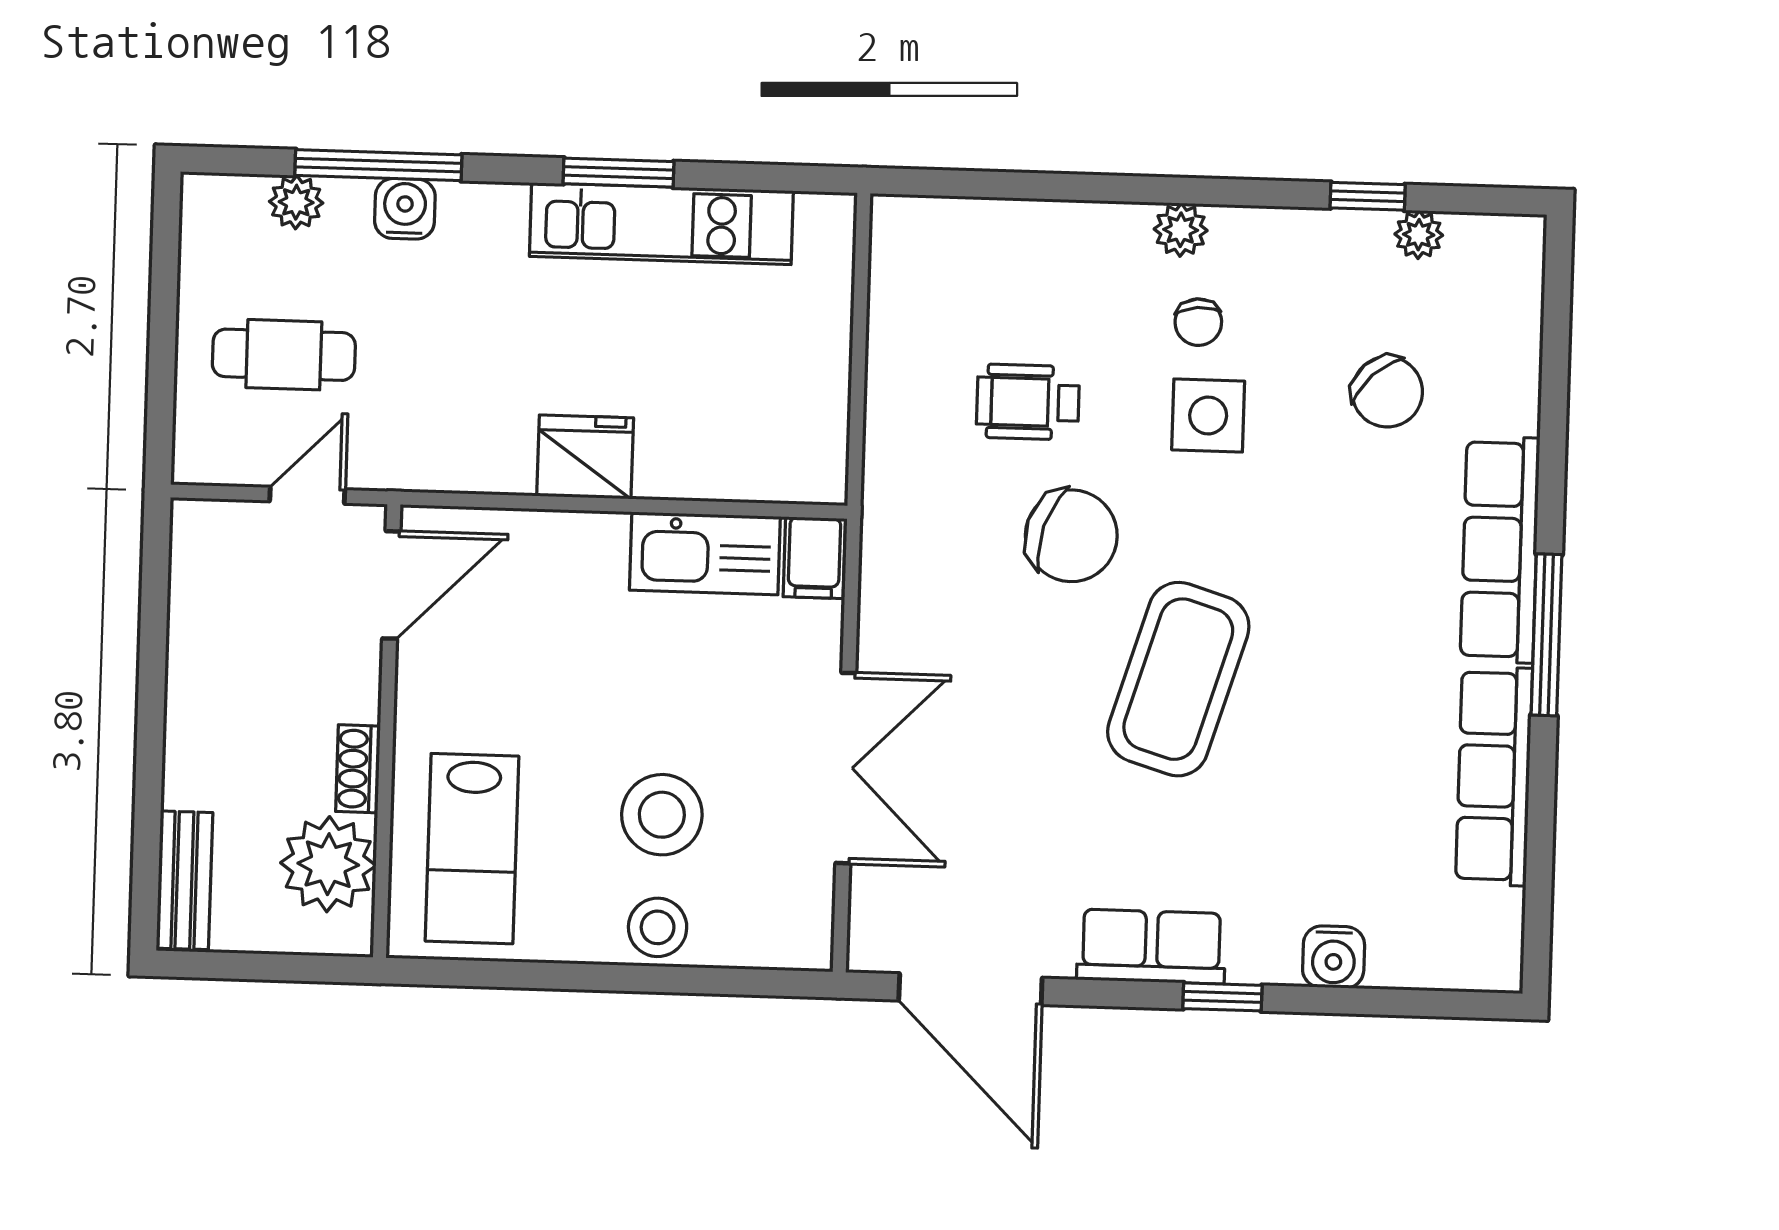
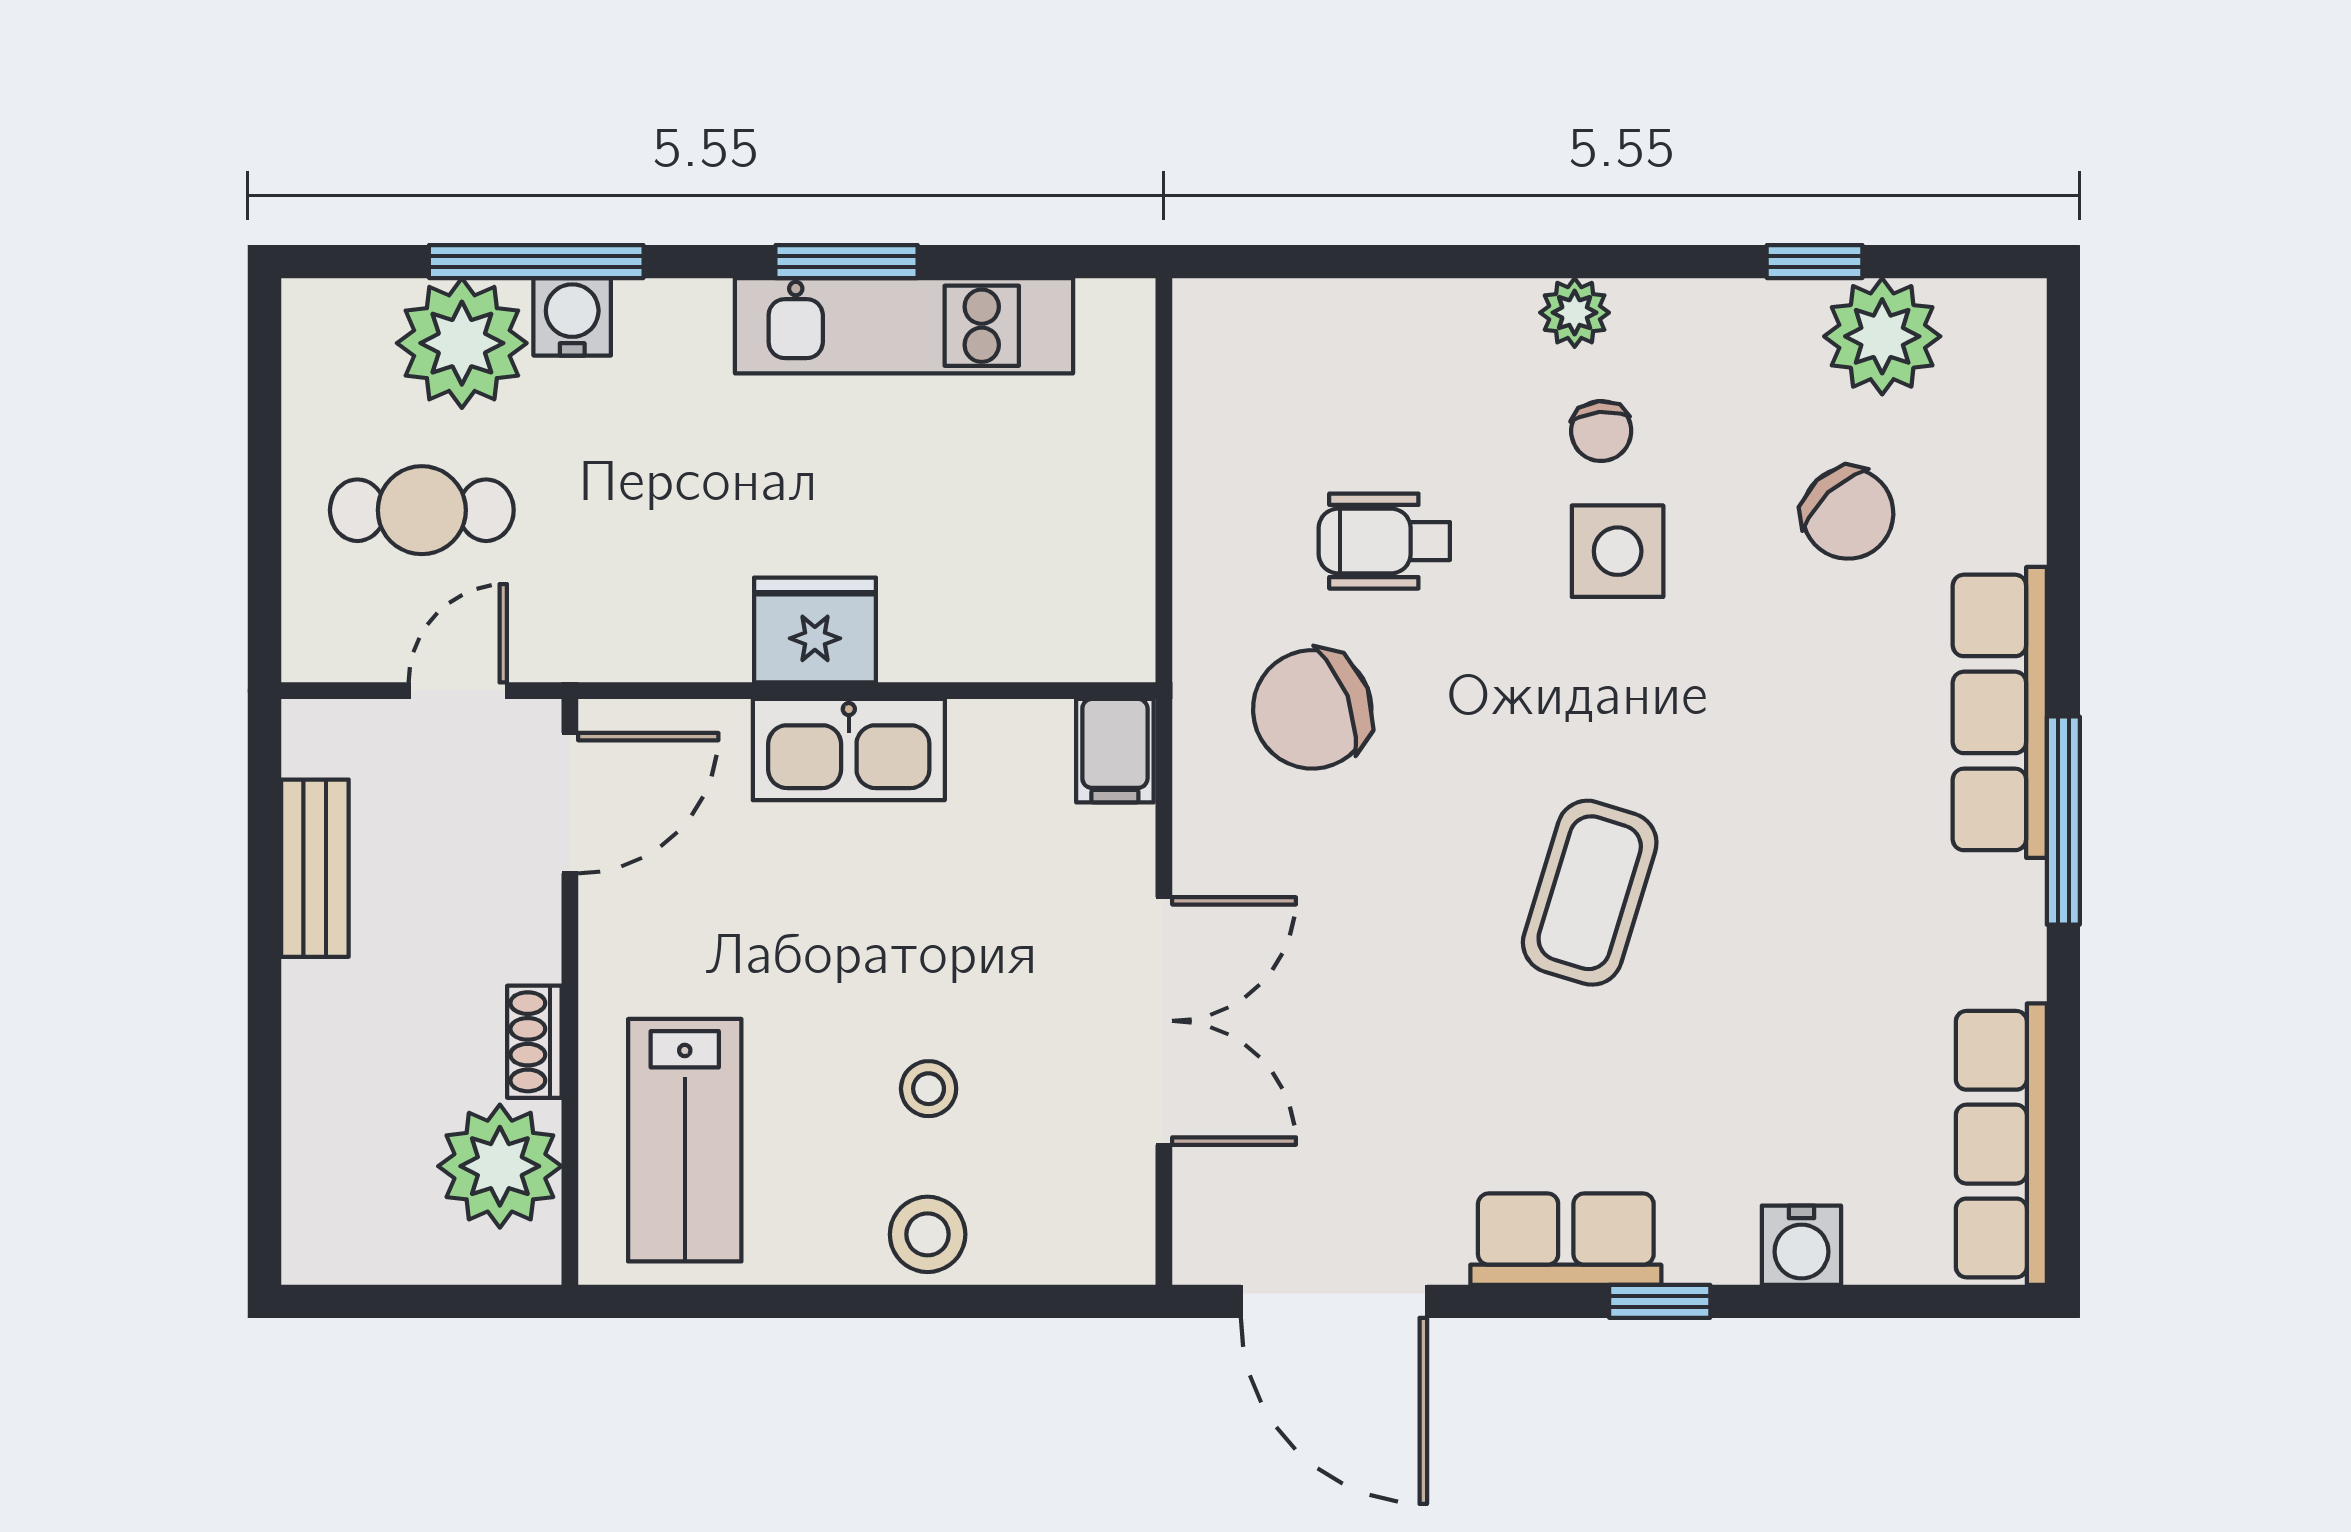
plant: (296, 202) -> (462, 343), width x1.88, depth x1.88
plant: (1419, 235) -> (1882, 336), width x1.88, depth x1.88
chair: (1071, 536) -> (1312, 709), moved, turned 141
kitchen sink: (705, 553) -> (849, 750), moved
coffee table: (1178, 679) -> (1590, 893), width x0.73, depth x0.76
row of seats: (1494, 776) -> (2001, 1144), moved
stool: (662, 815) -> (929, 1089), width x0.53, depth x0.53
bench: (184, 880) -> (315, 868), moved

